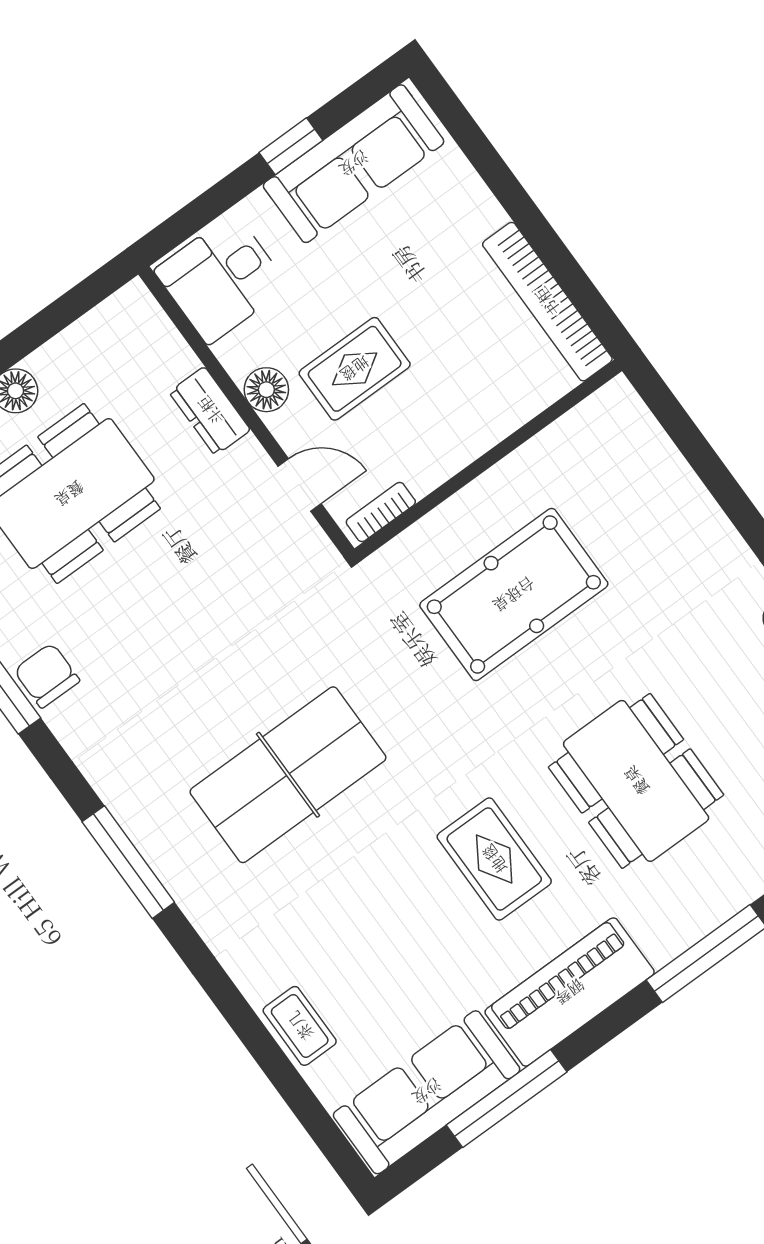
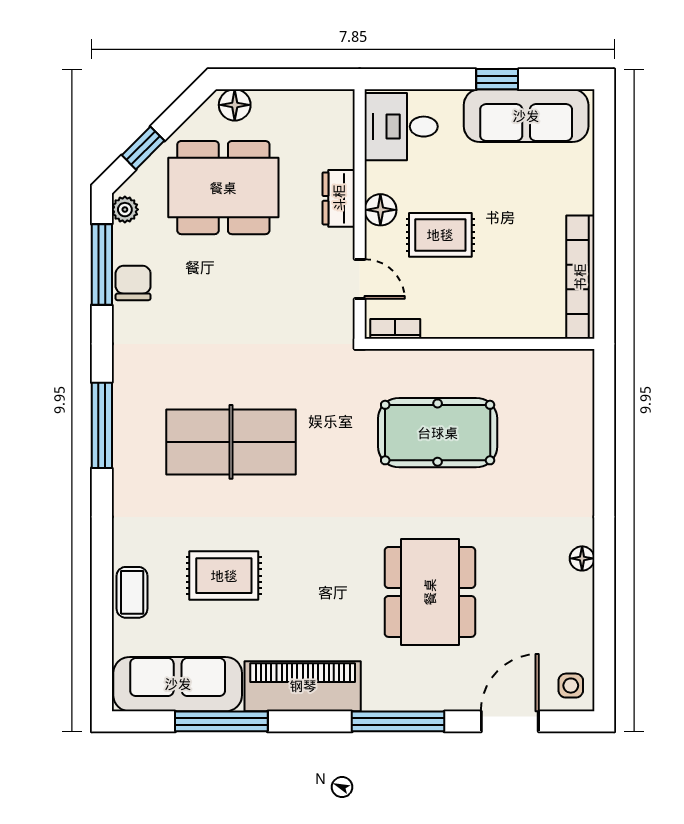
rug: (494, 859) -> (224, 576), moved, turned 90

